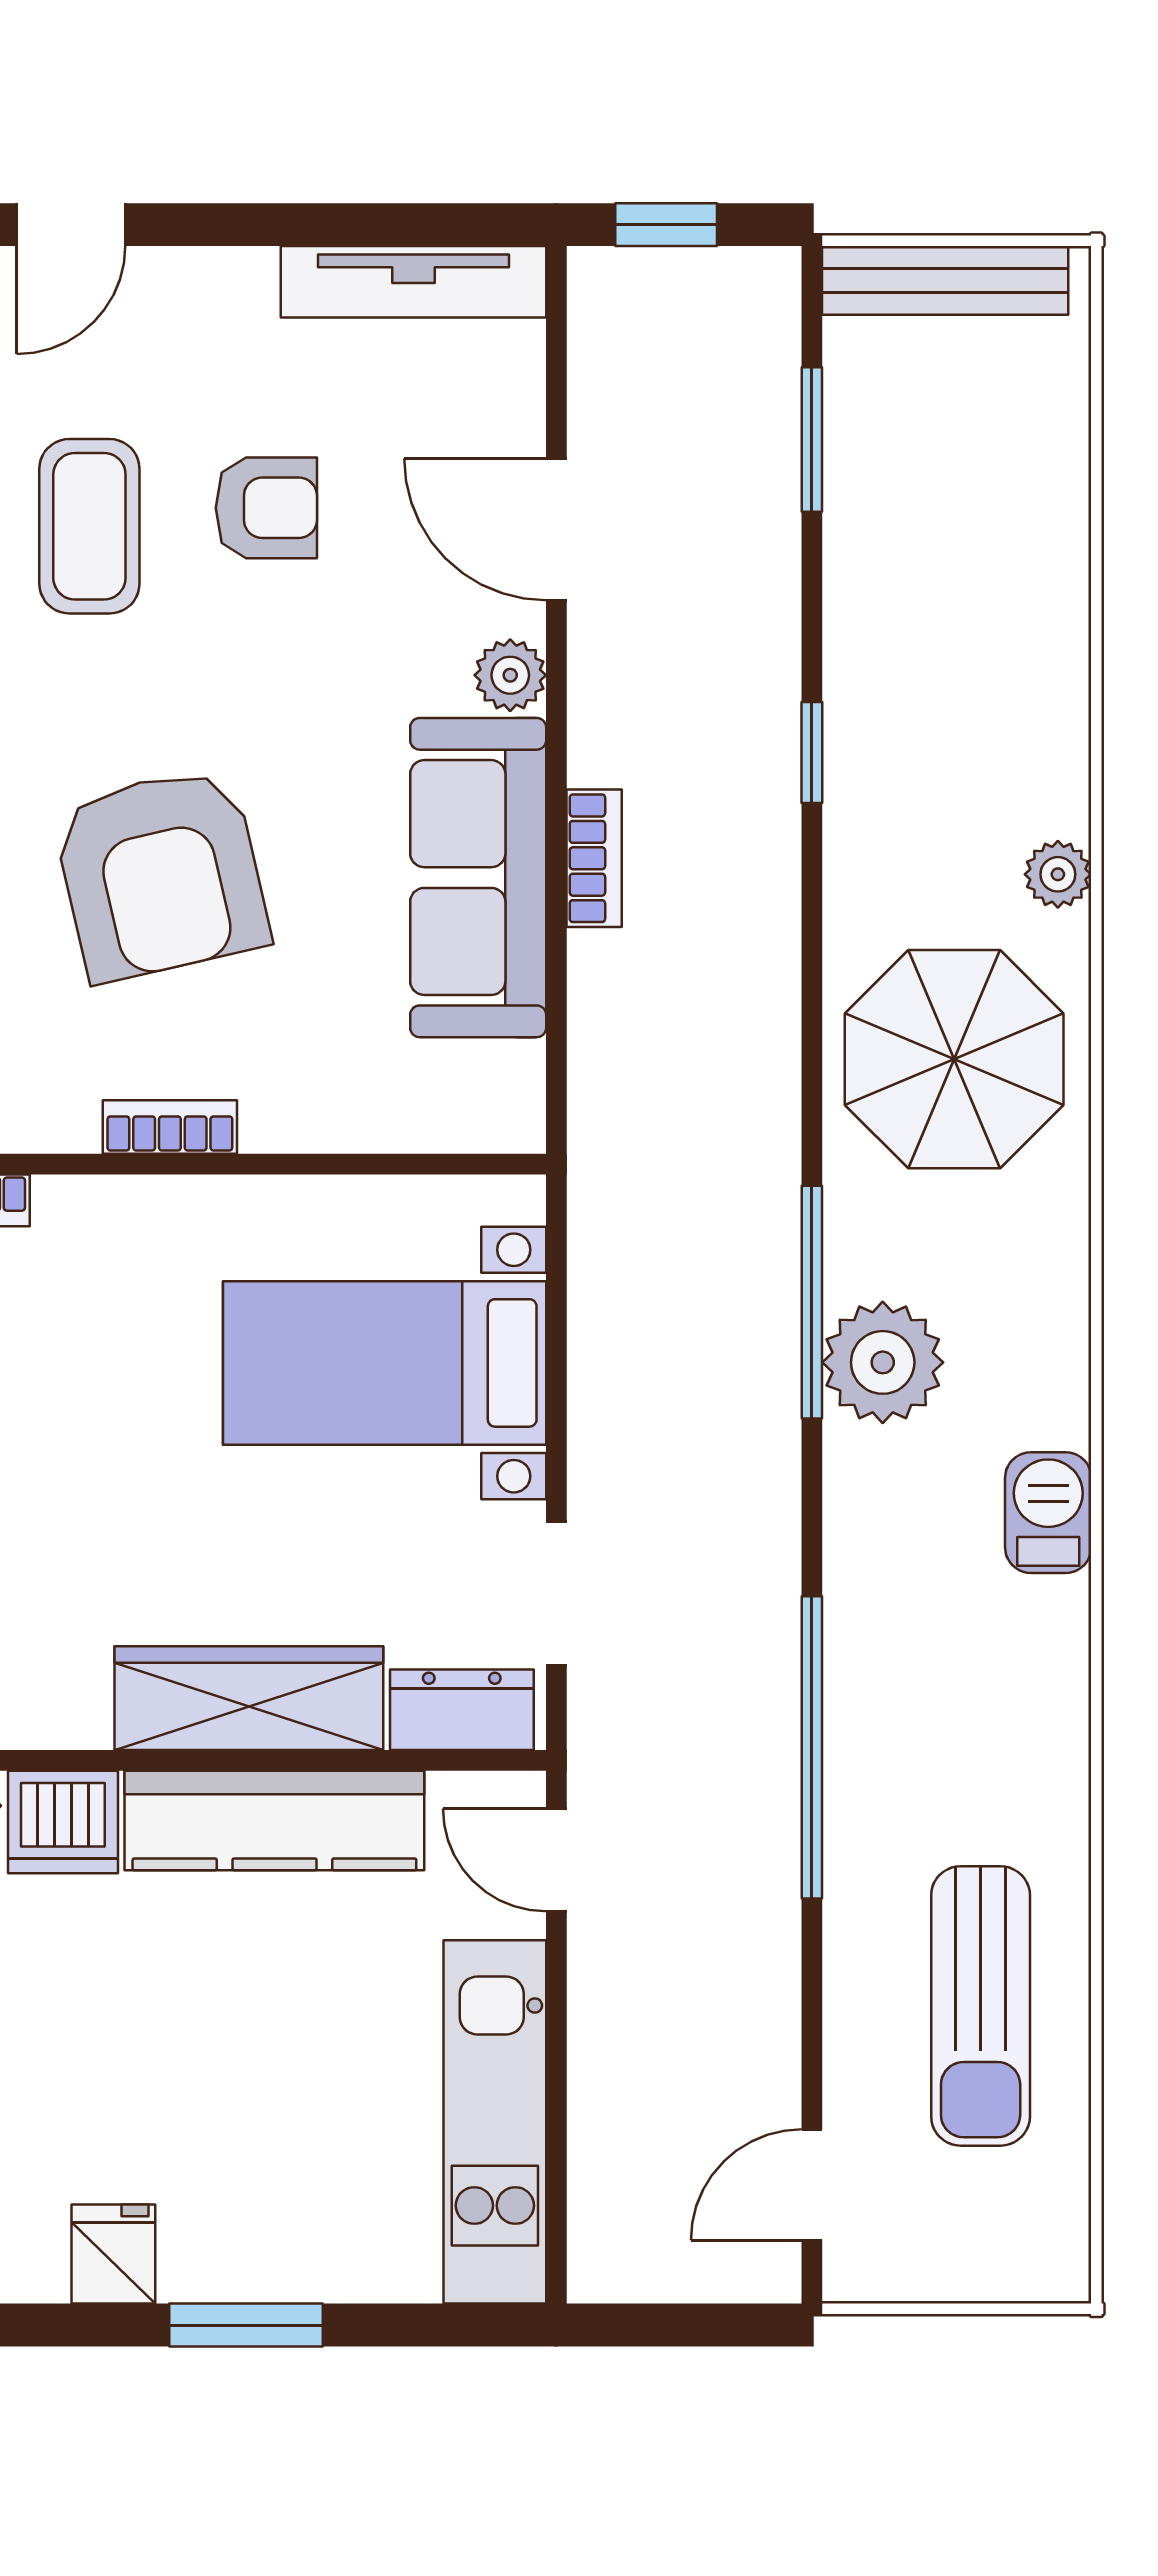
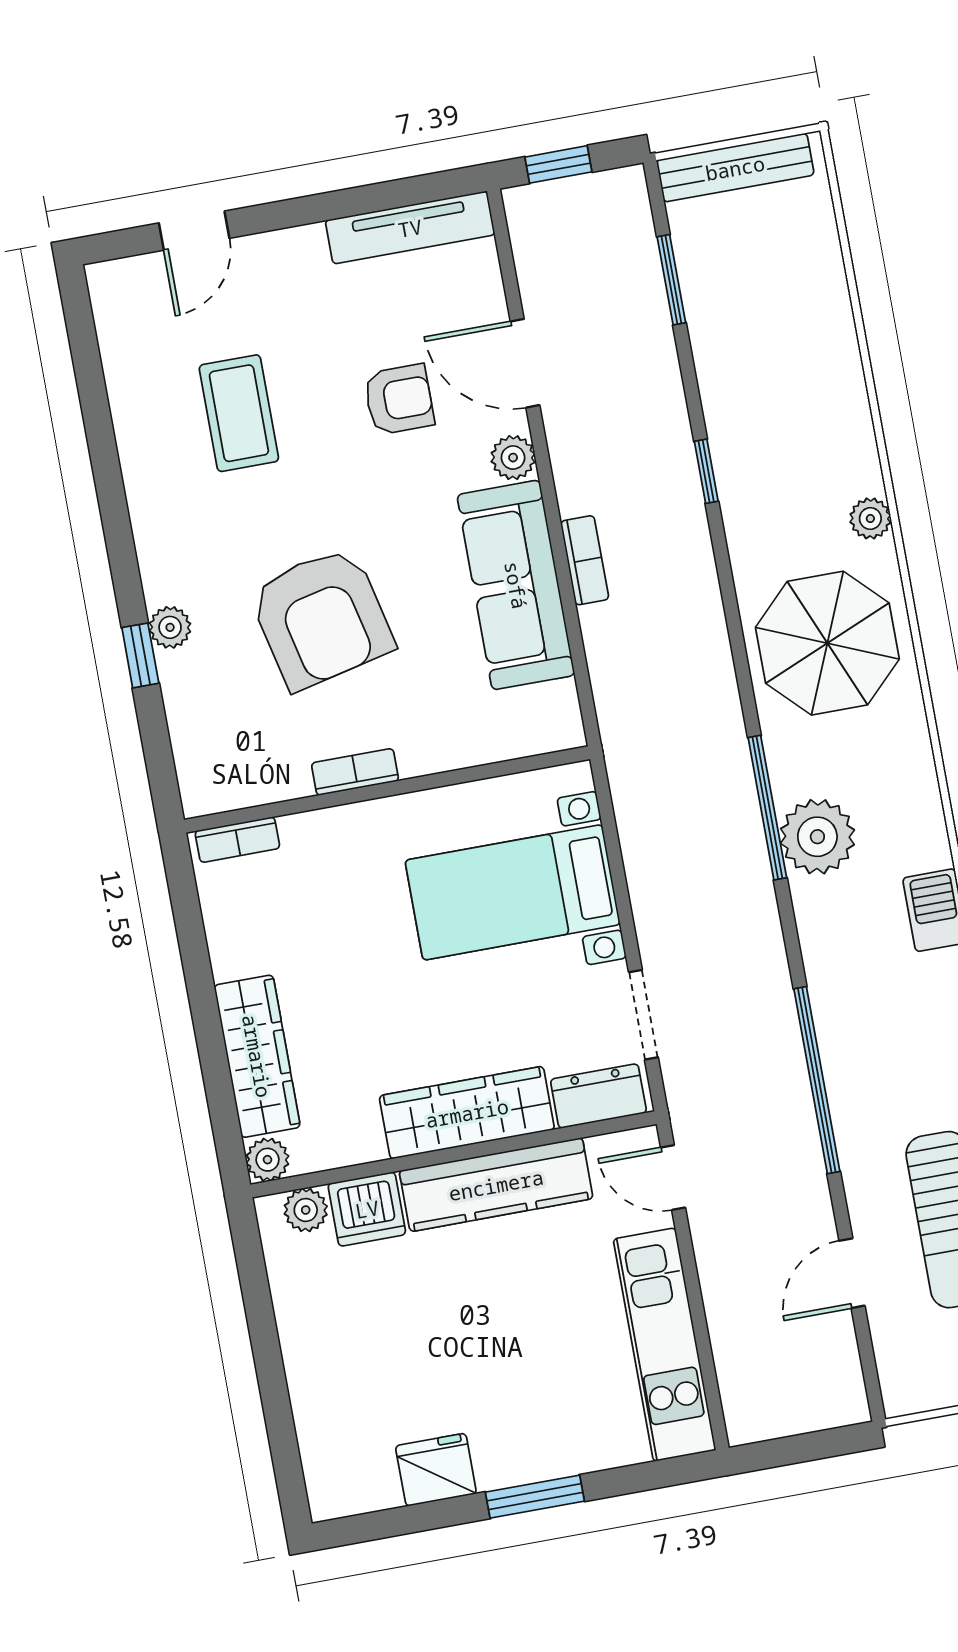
armchair: (266, 508) -> (399, 399), moved
door: (812, 2185) -> (852, 1273), moved
fridge: (113, 2254) -> (436, 1470), width x1.38

